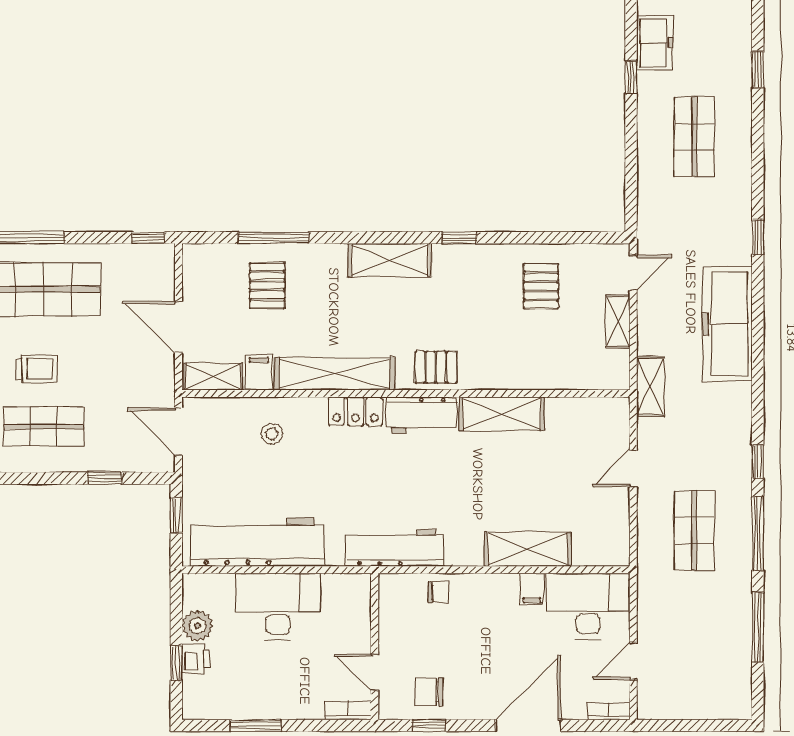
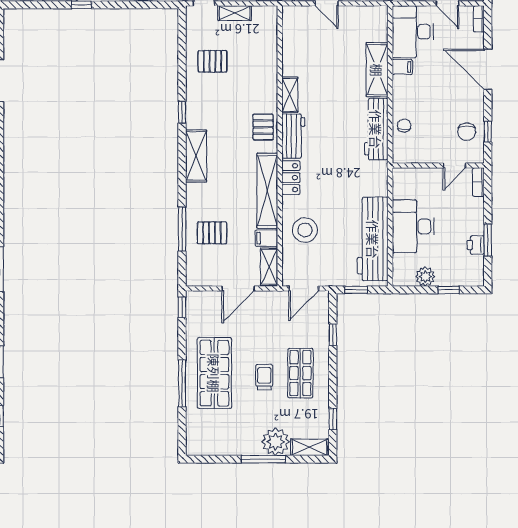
shelving: (502, 414) -> (290, 95), width x0.67, depth x0.75
stool: (272, 434) -> (305, 230), width x1.89, depth x1.89
workbench: (395, 548) -> (376, 129), moved
printer: (196, 659) -> (476, 245), moved, turned -90

